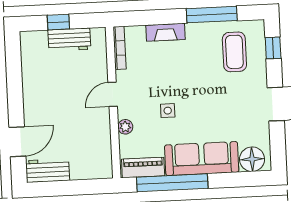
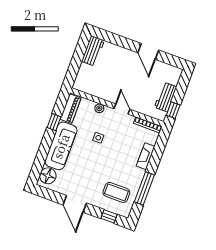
window: (58, 22) -> (173, 110), moved
door: (17, 142) -> (148, 51), moved
window: (172, 183) -> (54, 122), width x0.32

